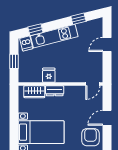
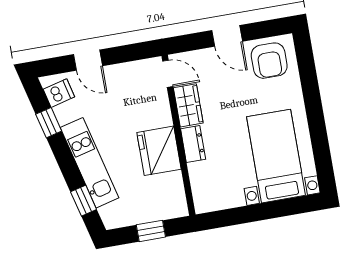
dishwasher: (26, 43) -> (59, 93), moved
fridge: (49, 75) -> (159, 151), width x1.88, depth x1.34
wardrobe: (34, 92) -> (188, 105), moved
armchair: (91, 137) -> (269, 61), turned -90

